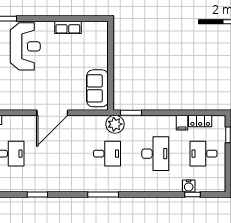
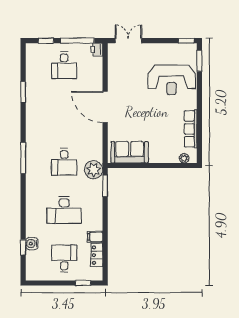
row of seats: (68, 27) -> (191, 129), width x1.48
plant: (103, 34) -> (184, 158), added

